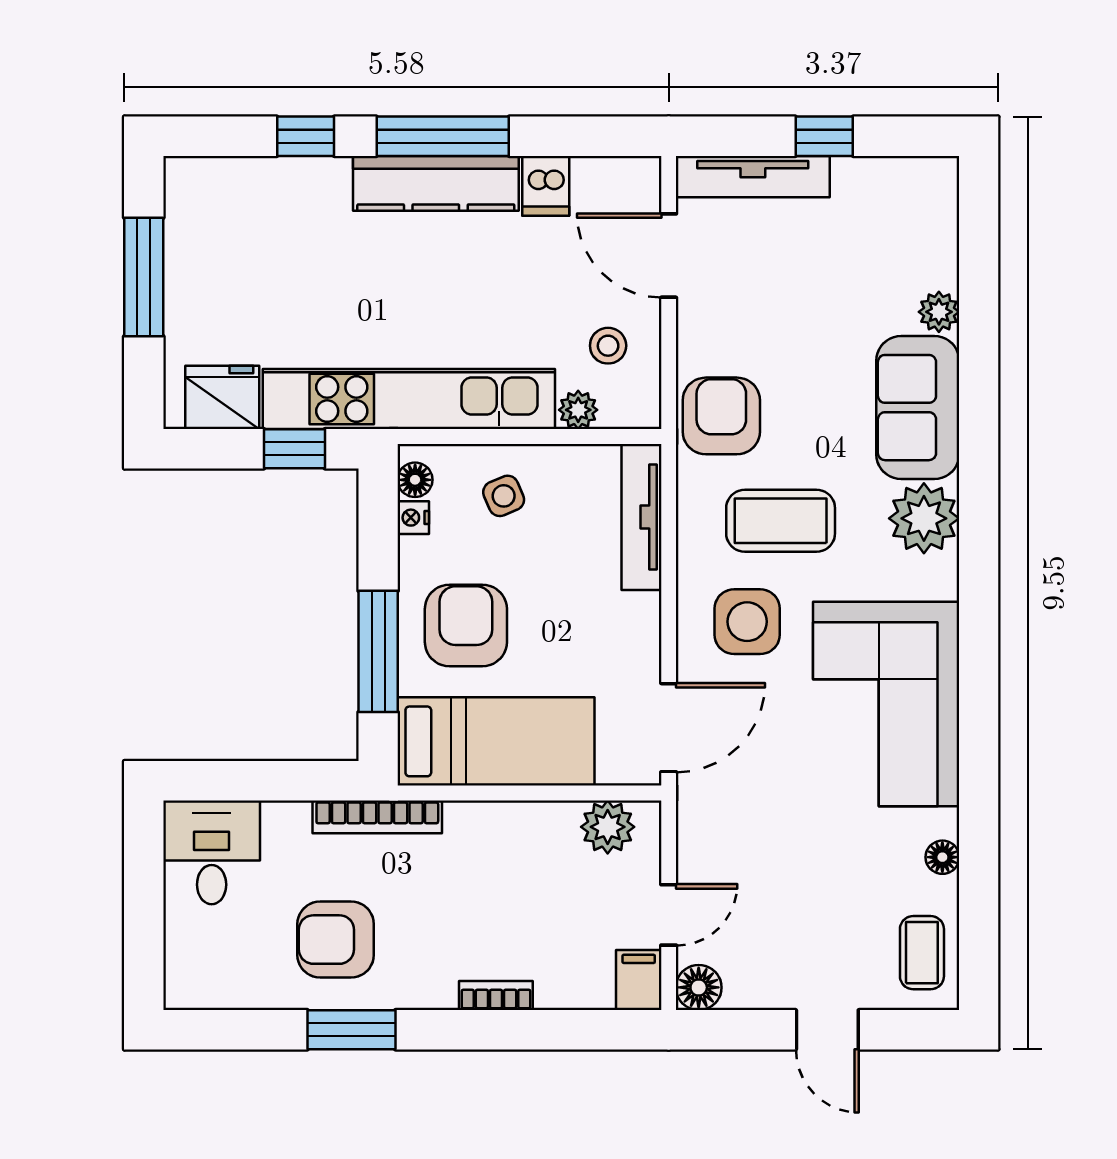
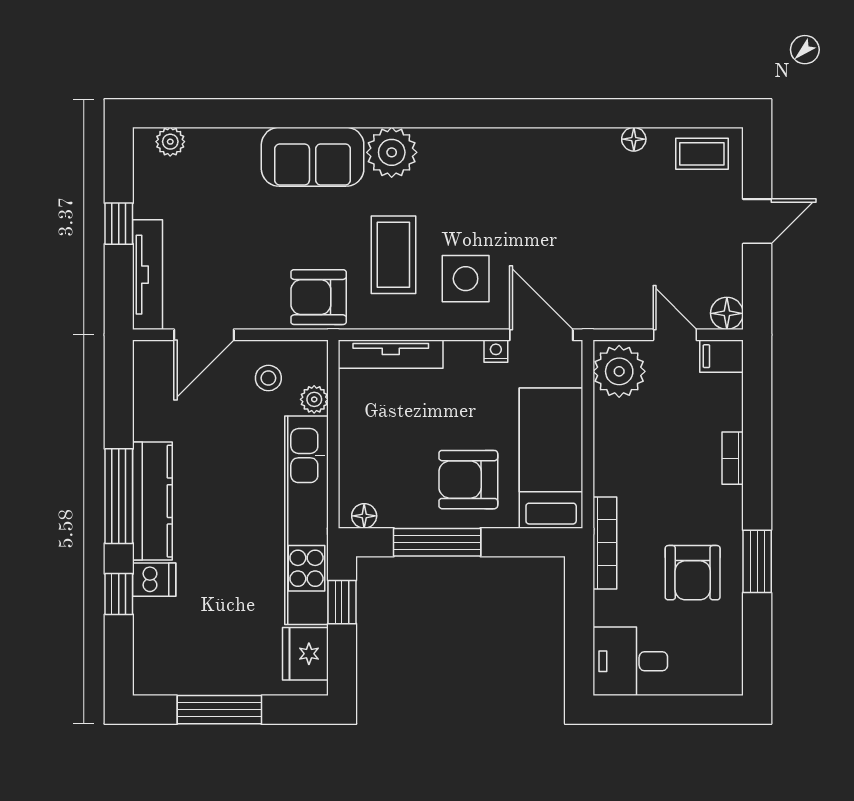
dishwasher: (546, 186) -> (154, 580), moved
plant: (939, 312) -> (170, 142), moved
side table: (504, 496) -> (376, 453), removed
nightstand: (413, 518) -> (496, 351), moved, turned 180
window: (378, 651) -> (437, 542), moved
corner sofa: (886, 704) -> (524, 179), removed
plant: (608, 827) -> (619, 371), width x1.36, depth x1.36

